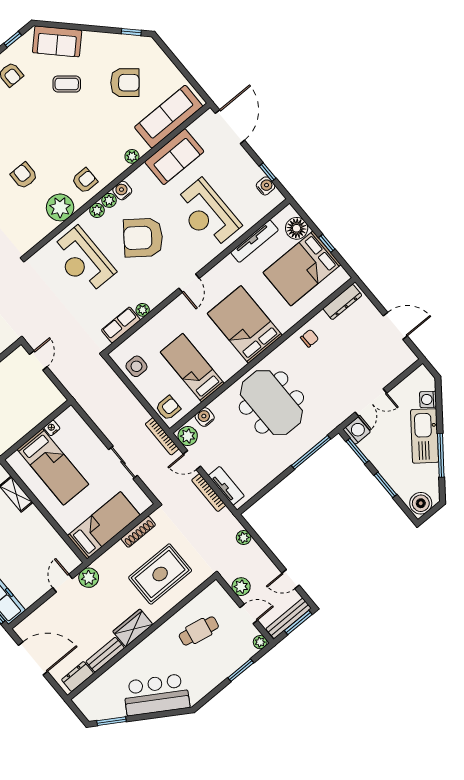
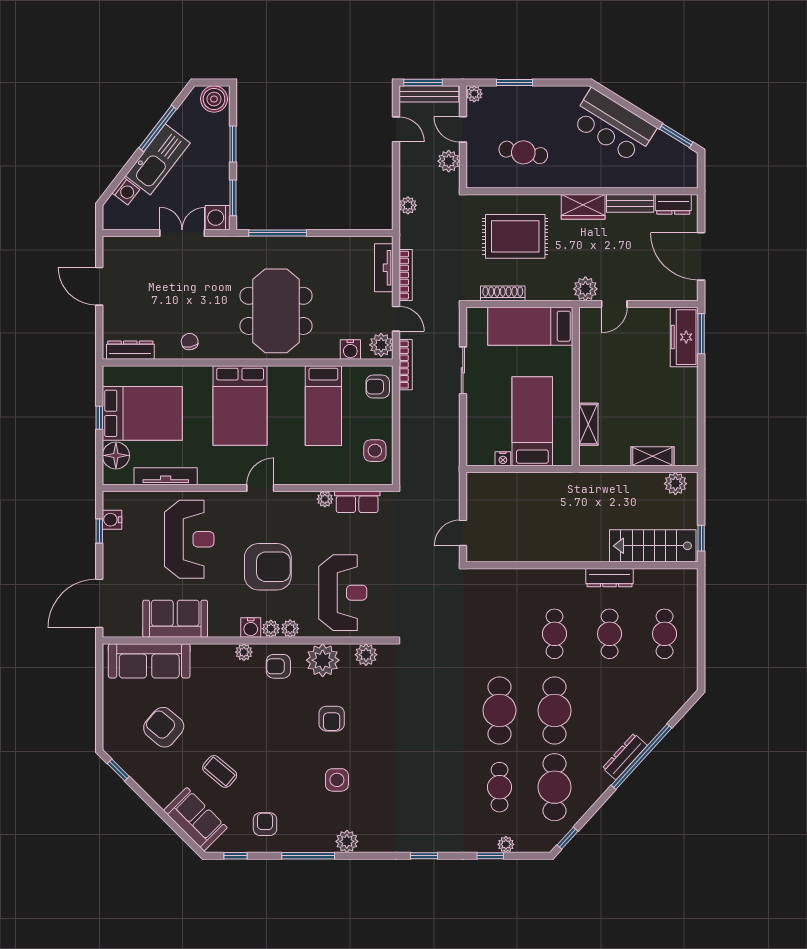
plant: (132, 156) -> (244, 652), moved
plant: (36, 234) -> (366, 655), added
armchair: (143, 238) -> (268, 567), turned -37
chair: (310, 338) -> (190, 342), turned 79

